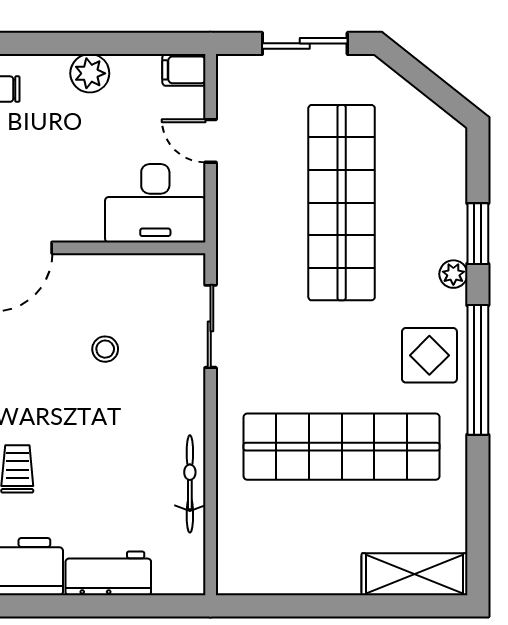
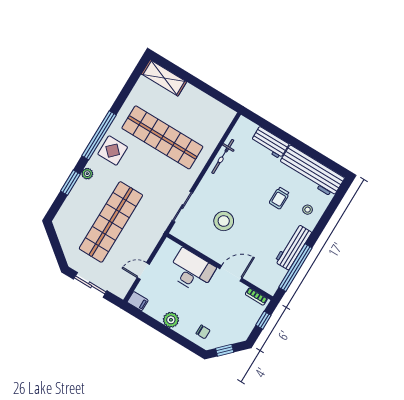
door: (211, 141) -> (143, 271), swing flipped
desk: (155, 203) -> (191, 271), moved
stool: (105, 349) -> (224, 221), width x1.89, depth x1.89

